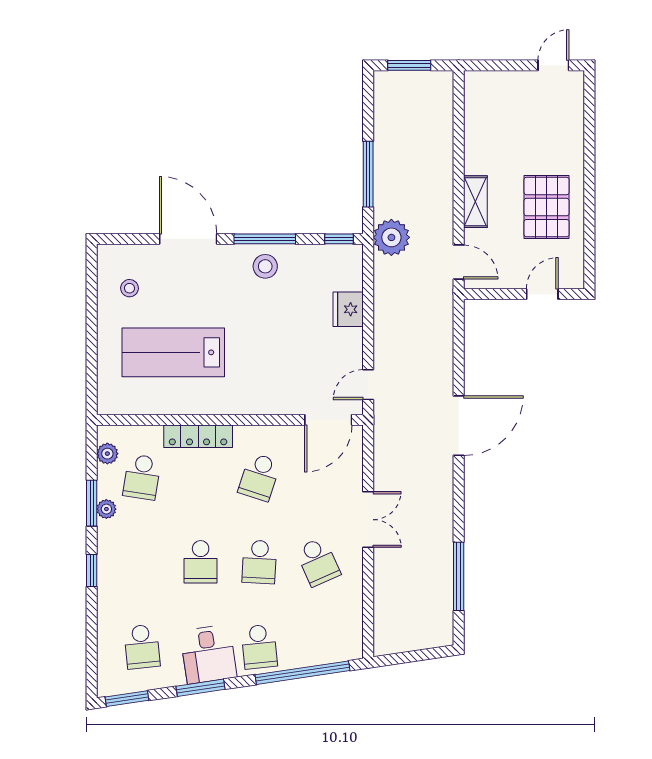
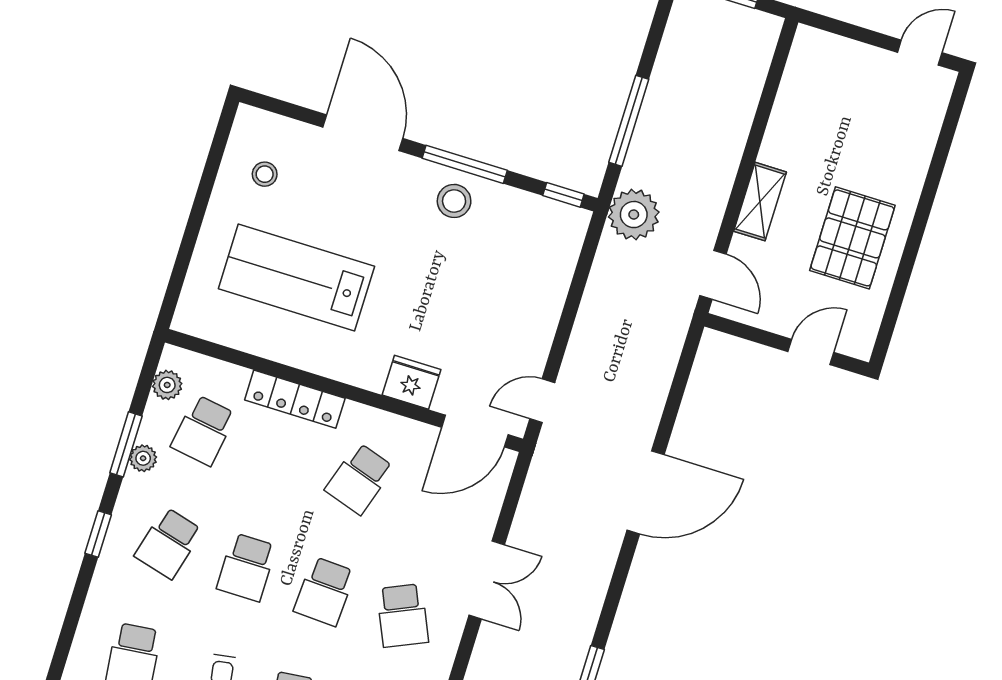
fridge: (348, 309) -> (411, 382), moved, turned 90
school desk: (142, 562) -> (168, 543), added

